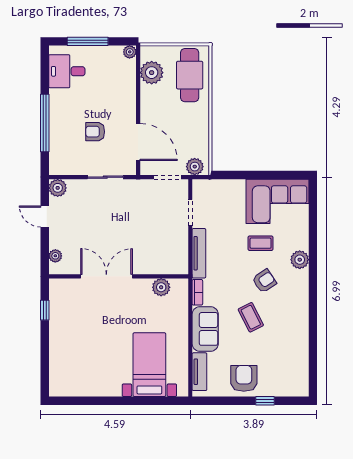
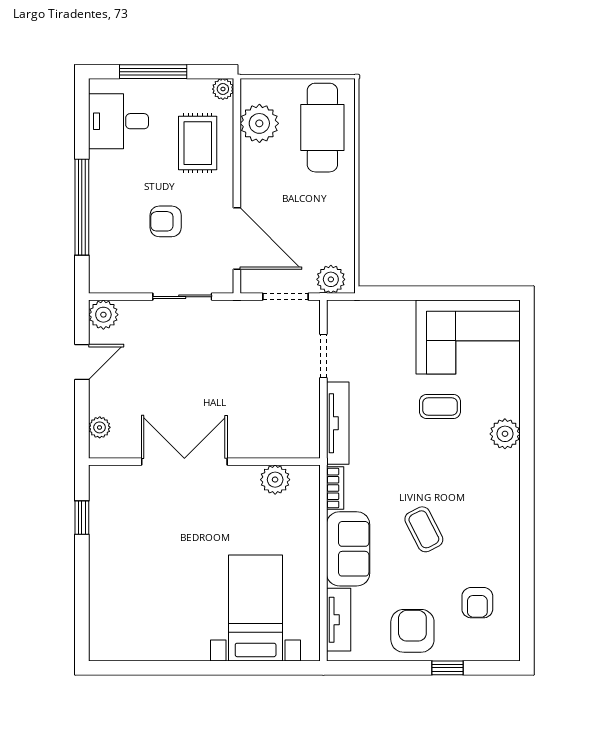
rug: (115, 84) -> (198, 143), added
door: (45, 216) -> (82, 362), swing flipped
armchair: (264, 281) -> (477, 603), moved, turned 124

